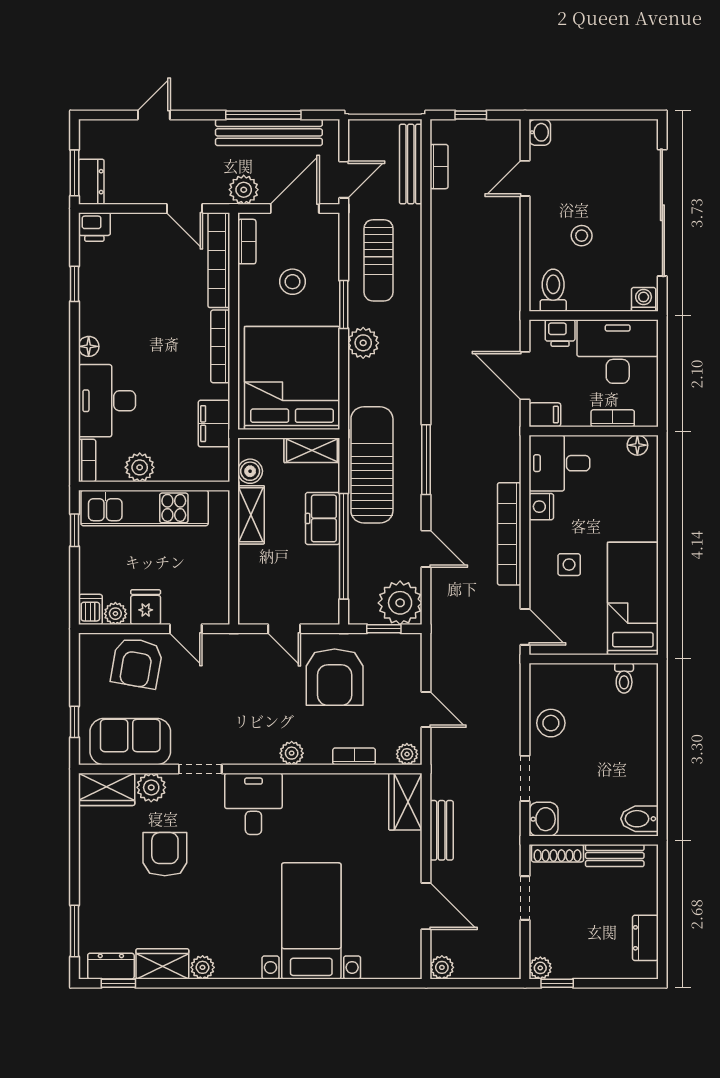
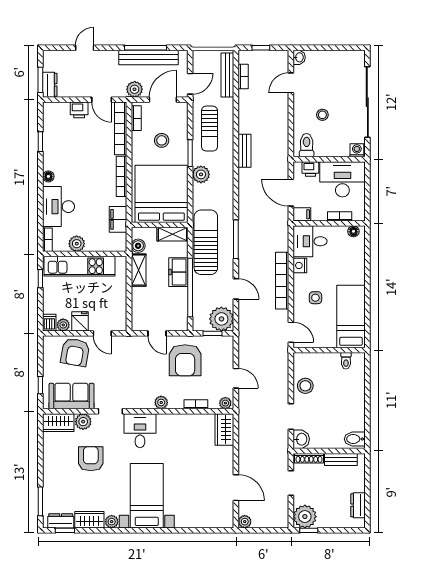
printer: (94, 227) -> (79, 110), moved
bench: (442, 830) -> (245, 151), moved
bed with nightstands: (311, 921) -> (147, 496), moved
plant: (540, 968) -> (305, 517), width x1.87, depth x1.87

